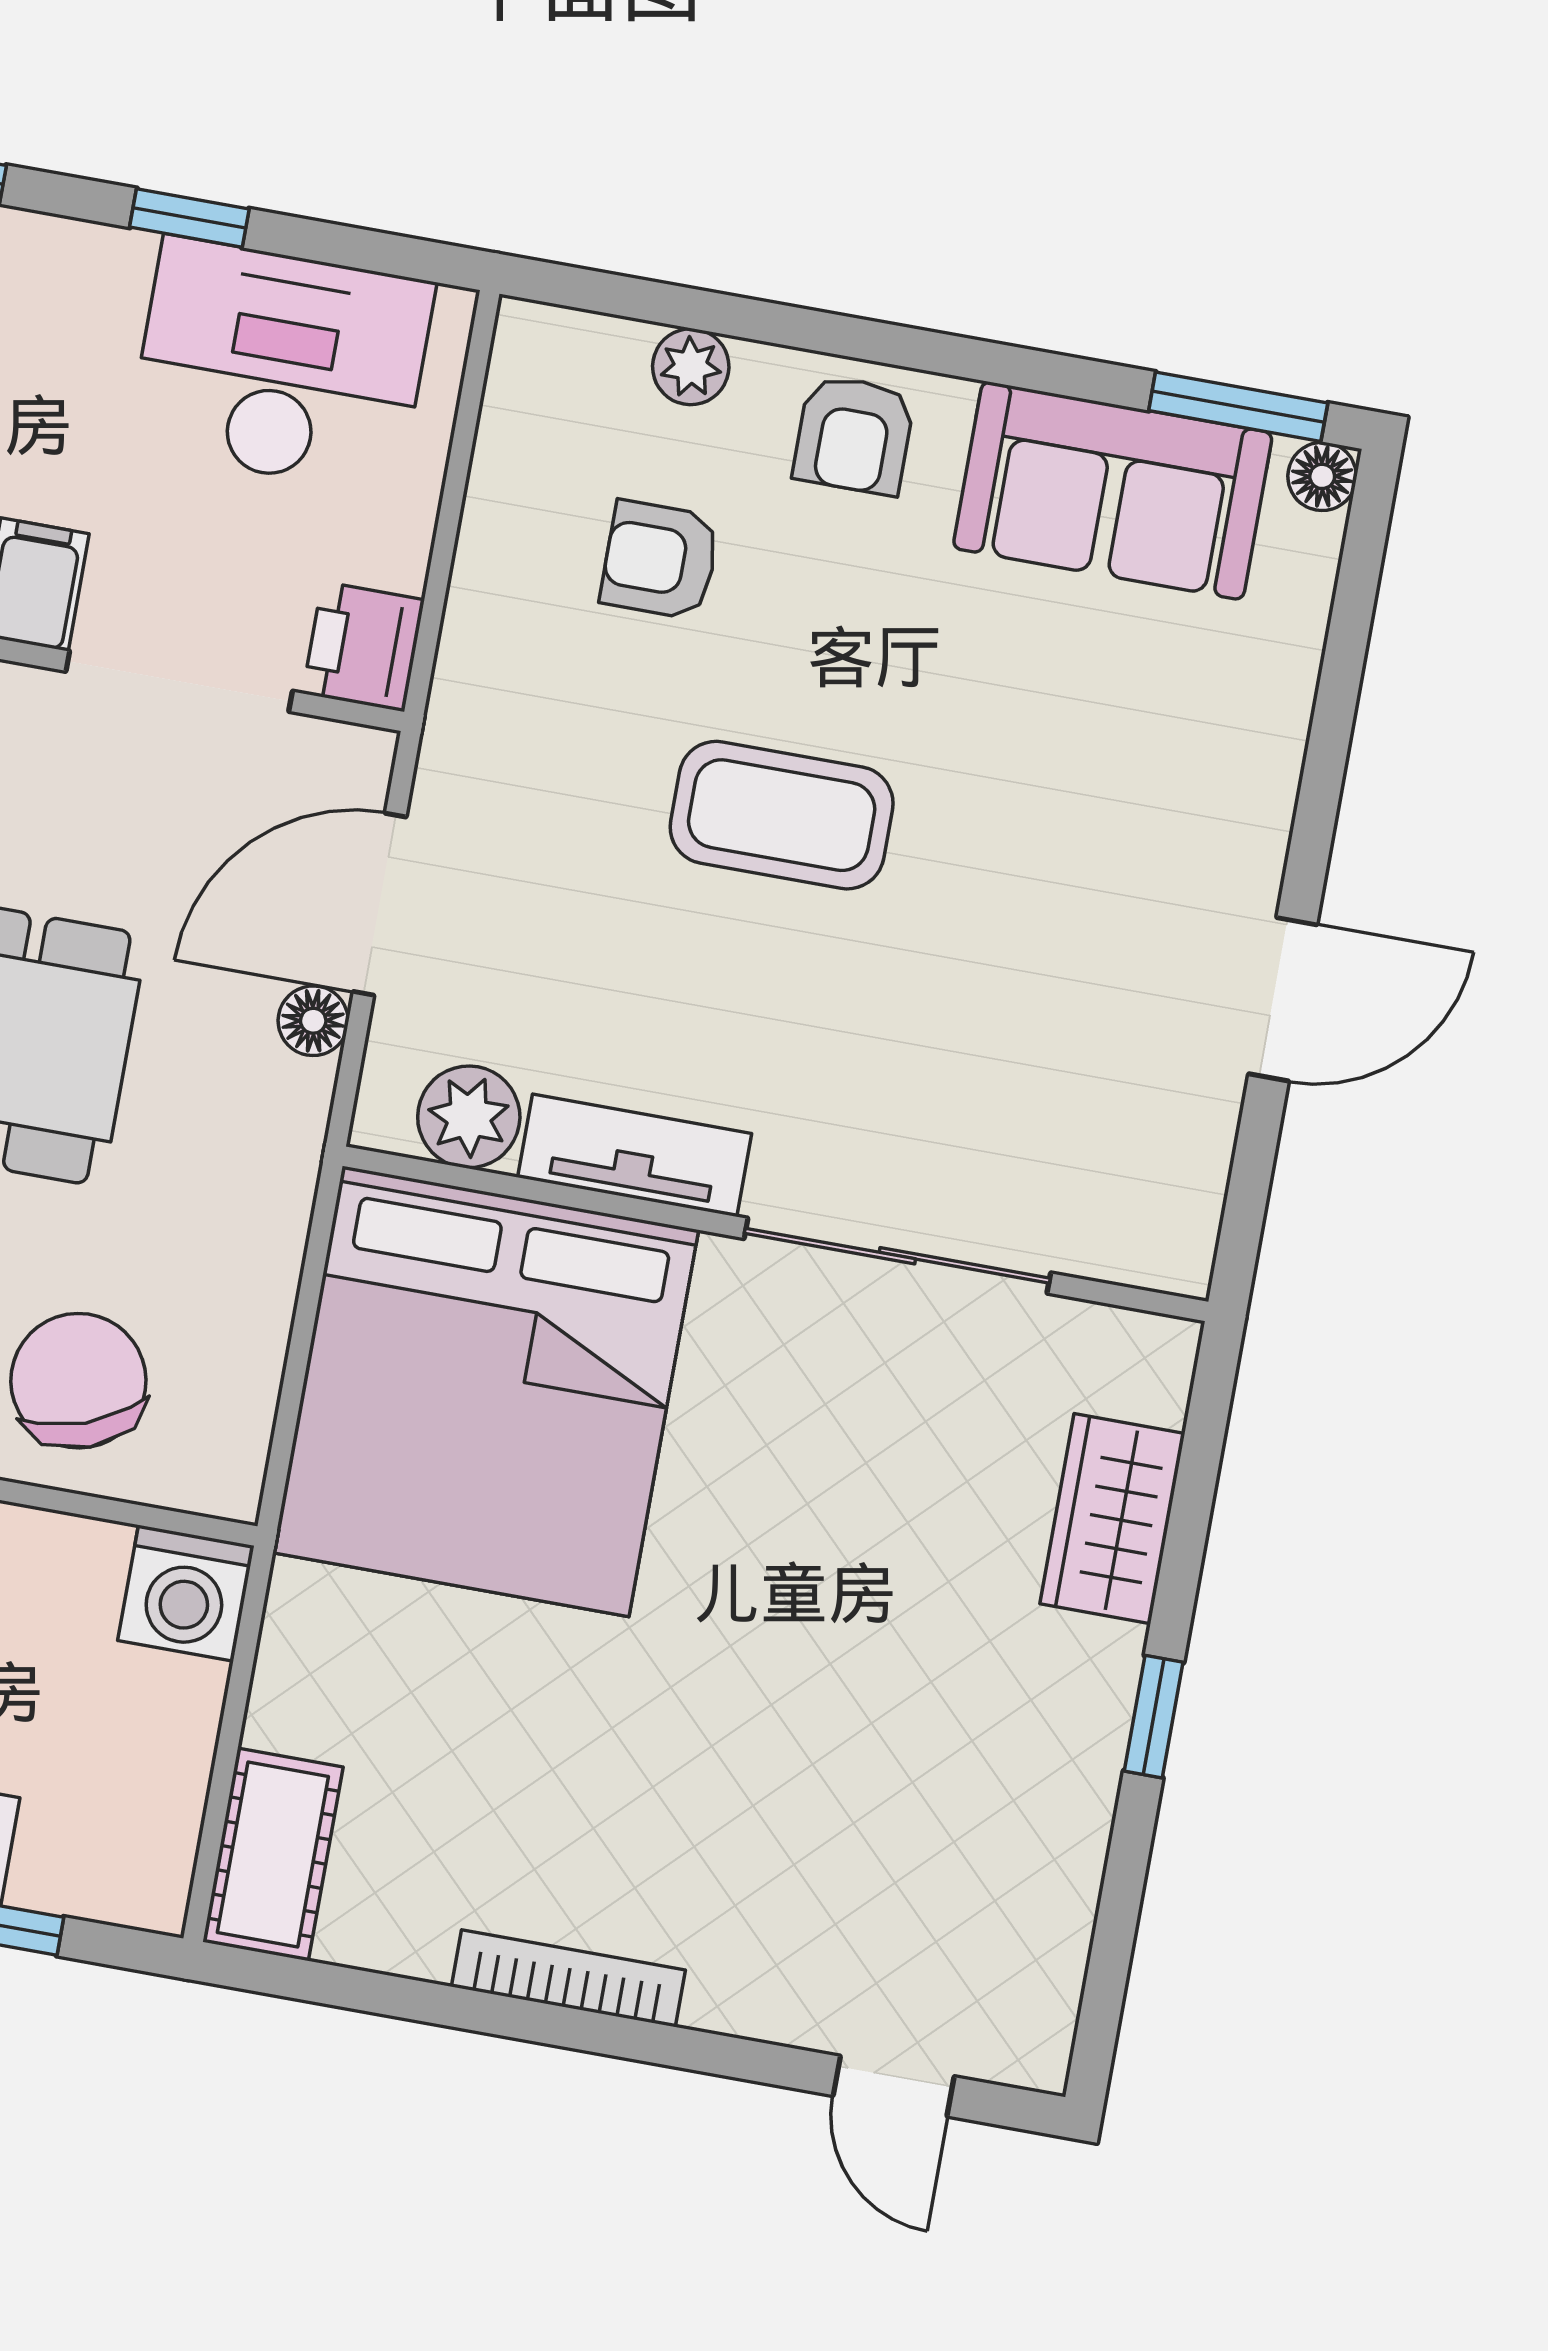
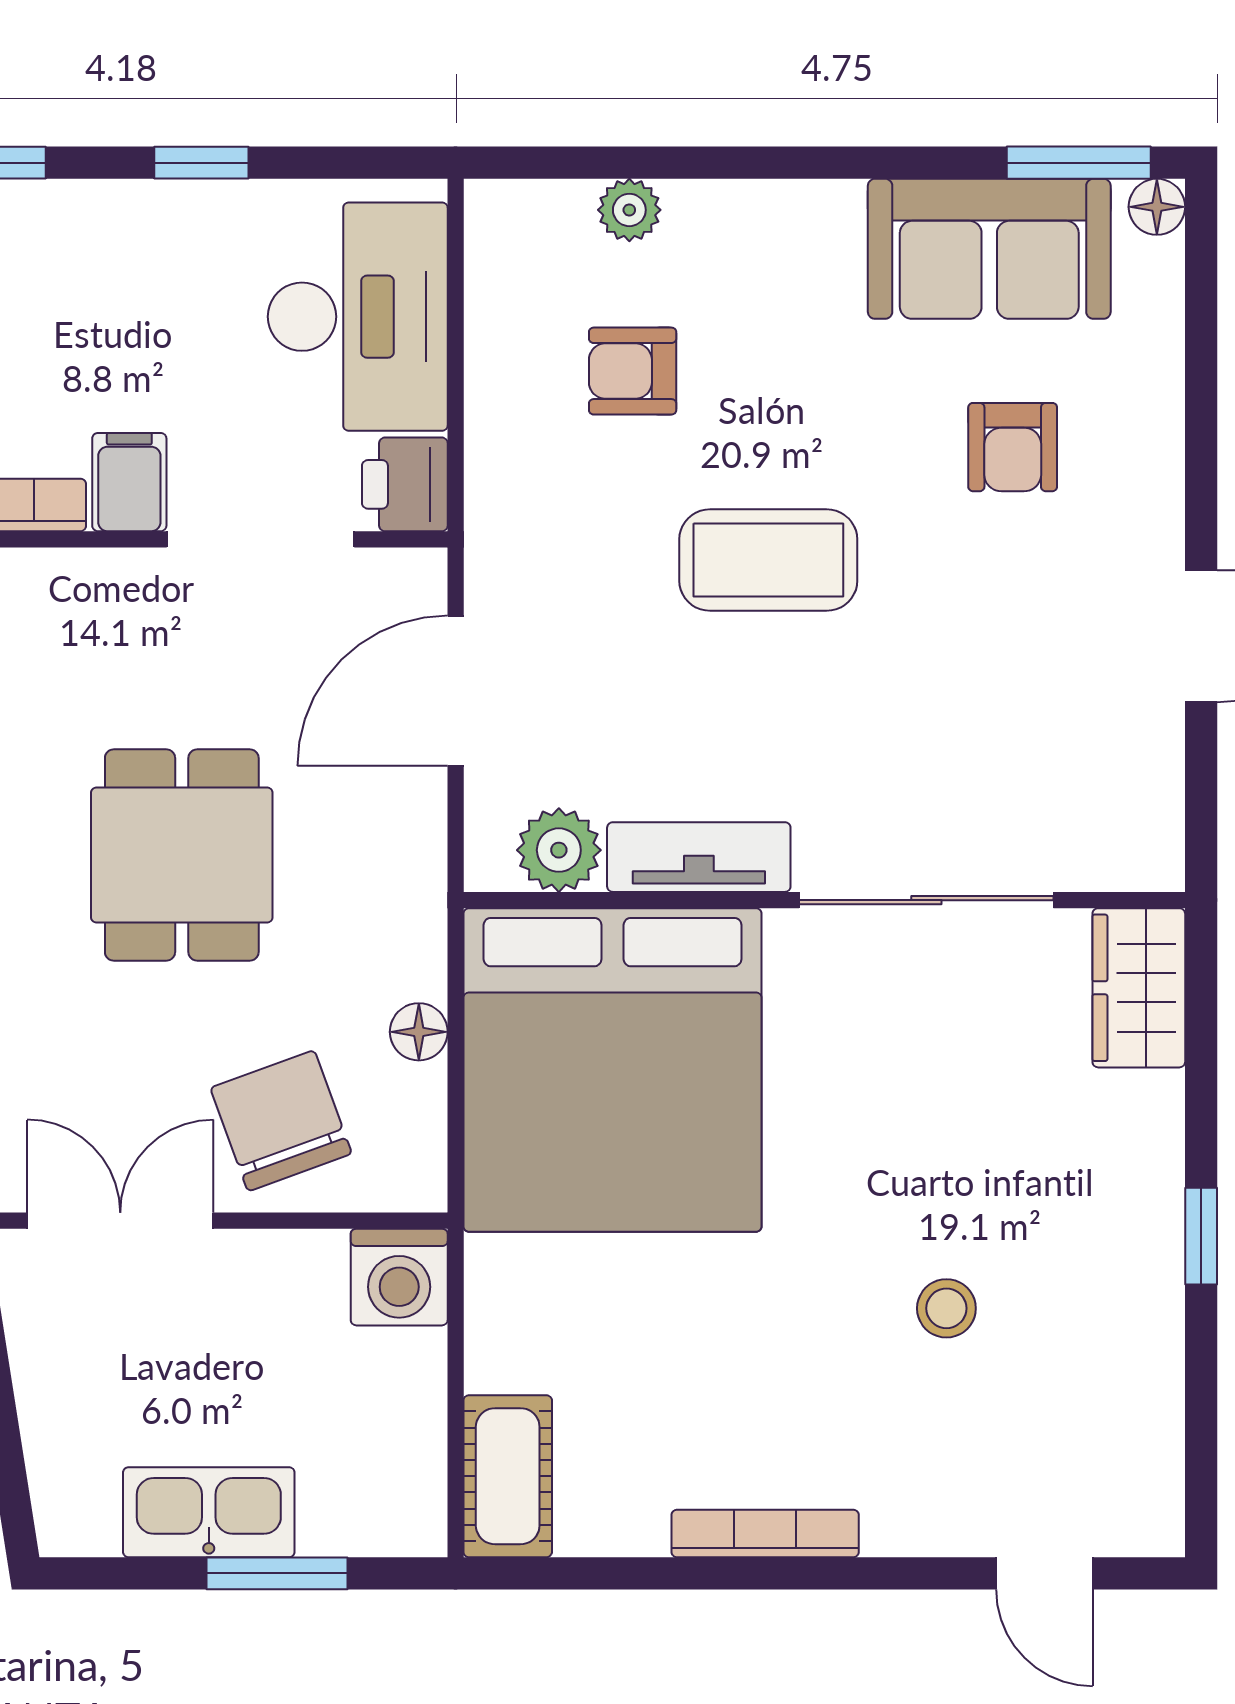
desk: (281, 365) -> (358, 317), moved, turned 90
armchair: (854, 435) -> (1013, 447), moved
floor lamp: (313, 1021) -> (419, 1032), moved
wardrobe: (1112, 1519) -> (1139, 988), moved
stool: (834, 1748) -> (946, 1308), added

